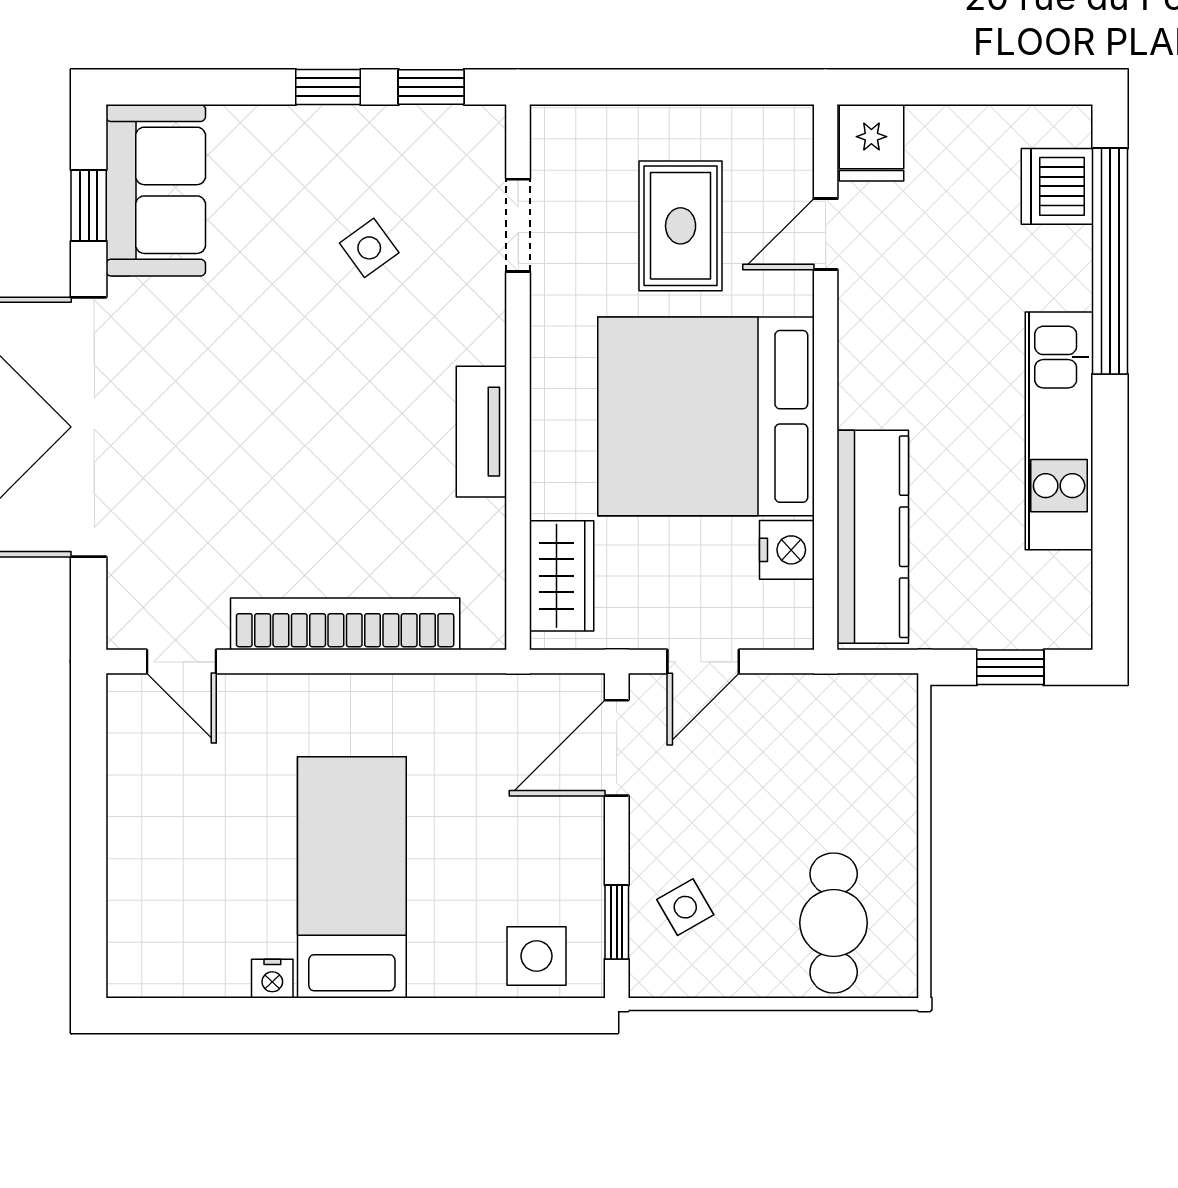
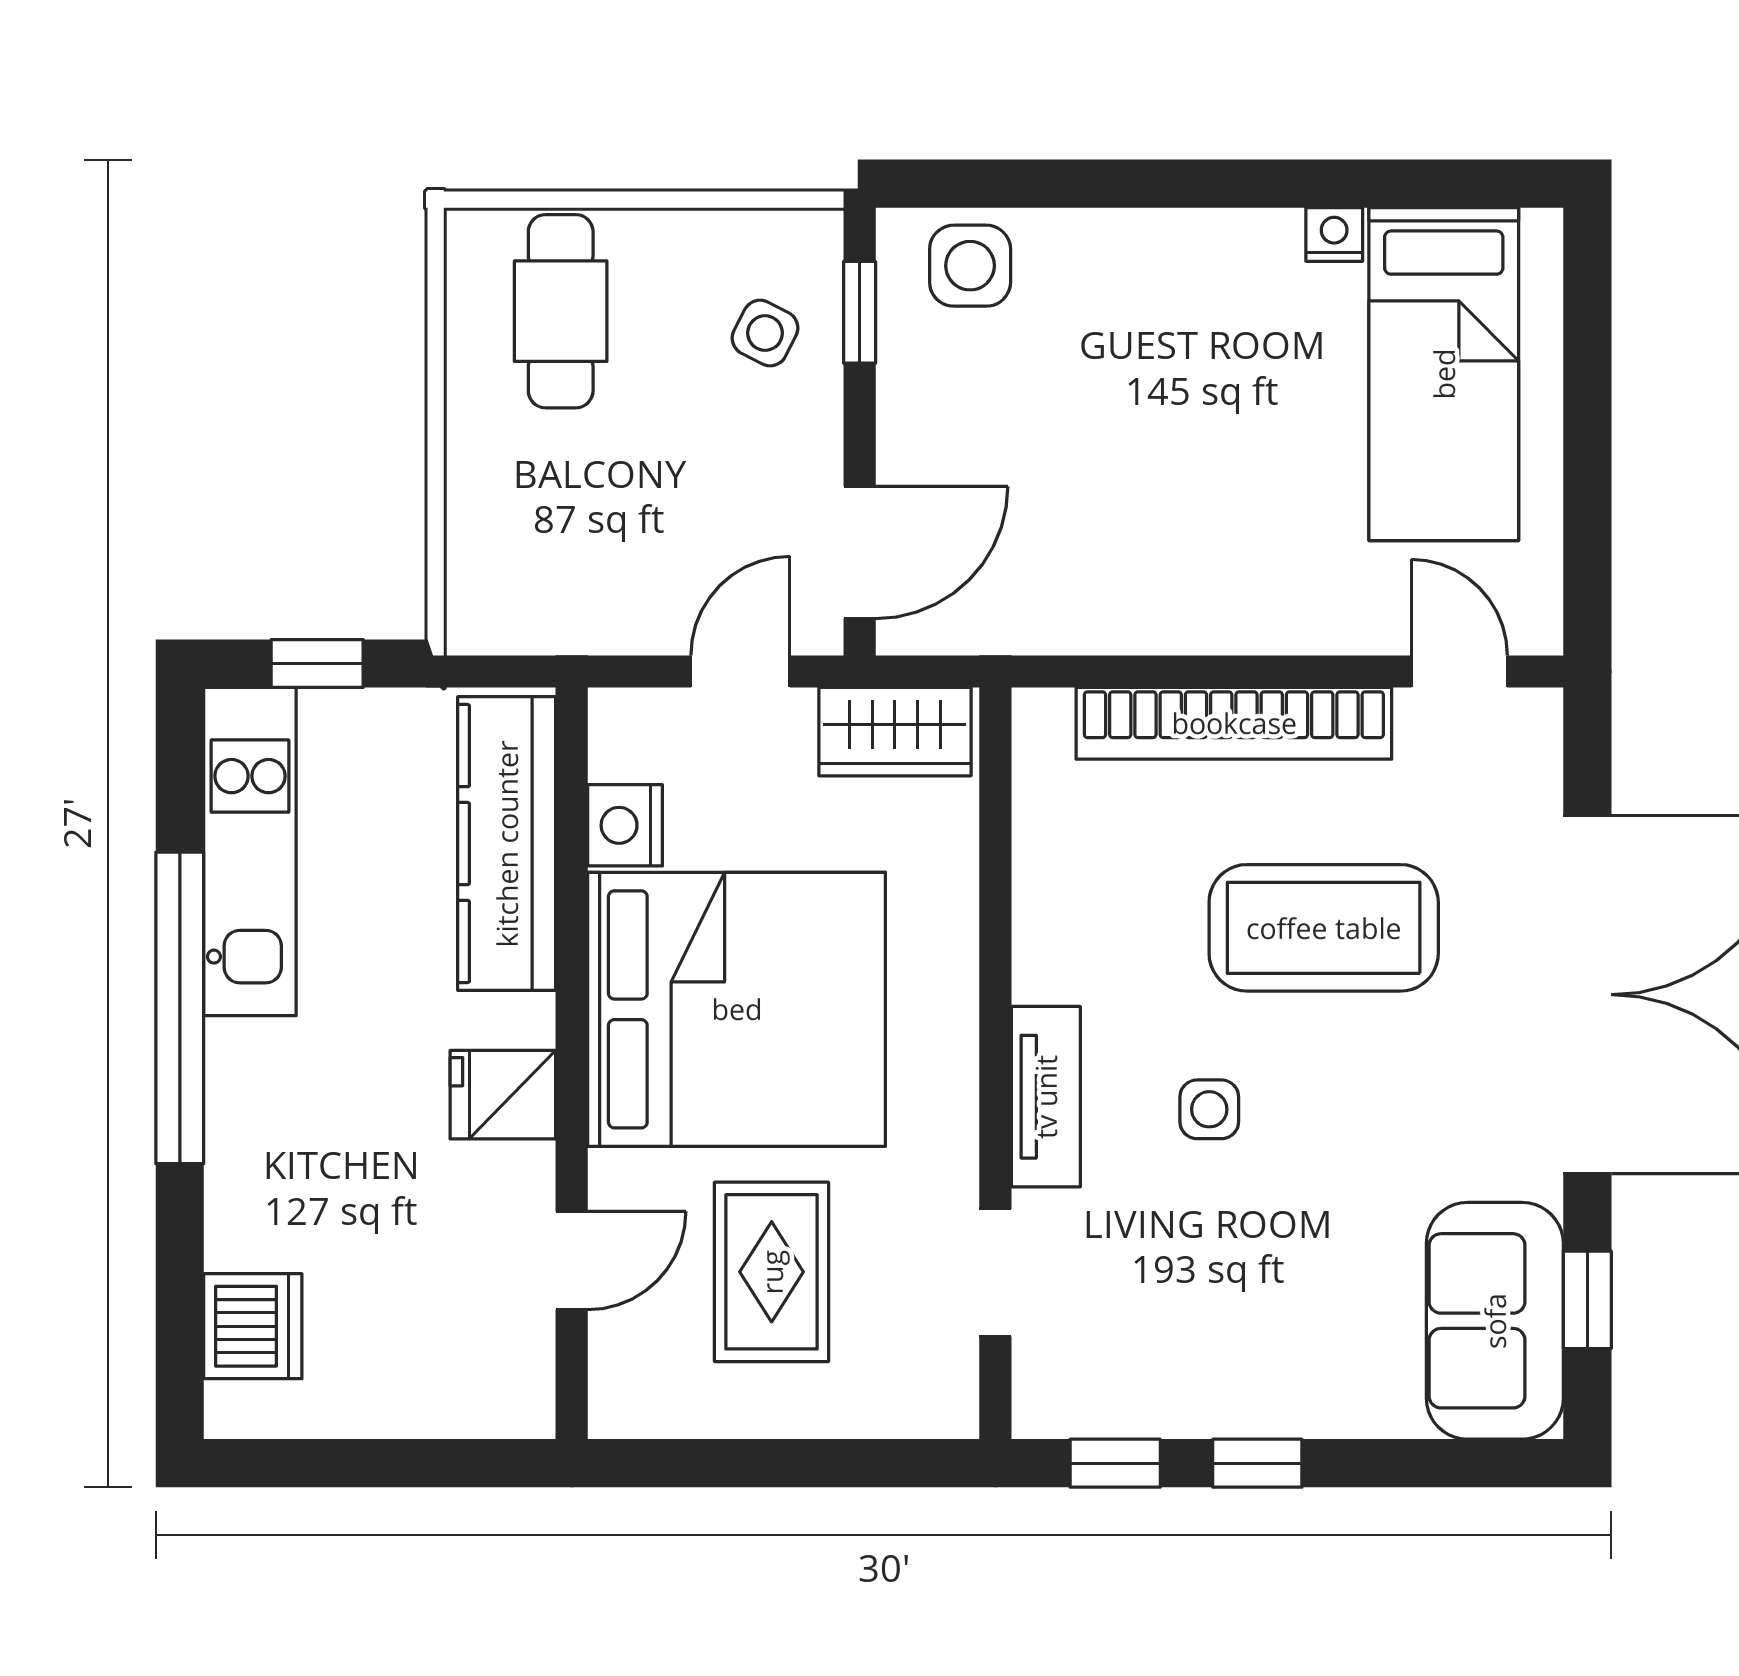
fridge: (871, 143) -> (503, 1095), moved, turned -90
side table: (369, 248) -> (1209, 1109), moved, turned 36
window: (1110, 261) -> (180, 1008), moved
kitchen unit: (1059, 431) -> (250, 852), moved
tv unit: (481, 432) -> (1046, 1097), moved
coffee table: (280, 475) -> (1324, 928), added
wardrobe: (562, 576) -> (895, 732), moved, turned -90
bed: (352, 877) -> (1444, 374), moved
side table: (685, 907) -> (765, 333), turned -33

